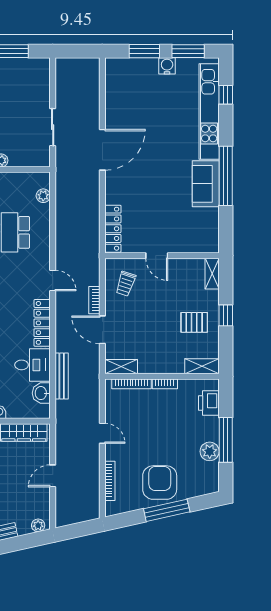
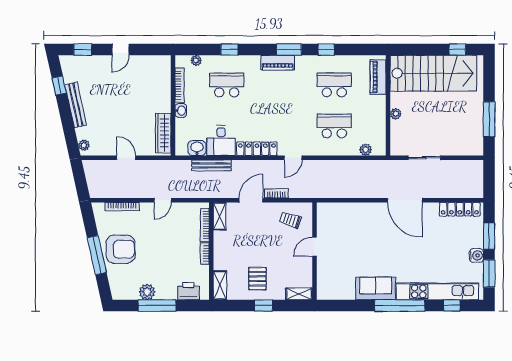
window: (226, 176) -> (400, 306), moved
locker: (113, 229) -> (460, 209), moved

